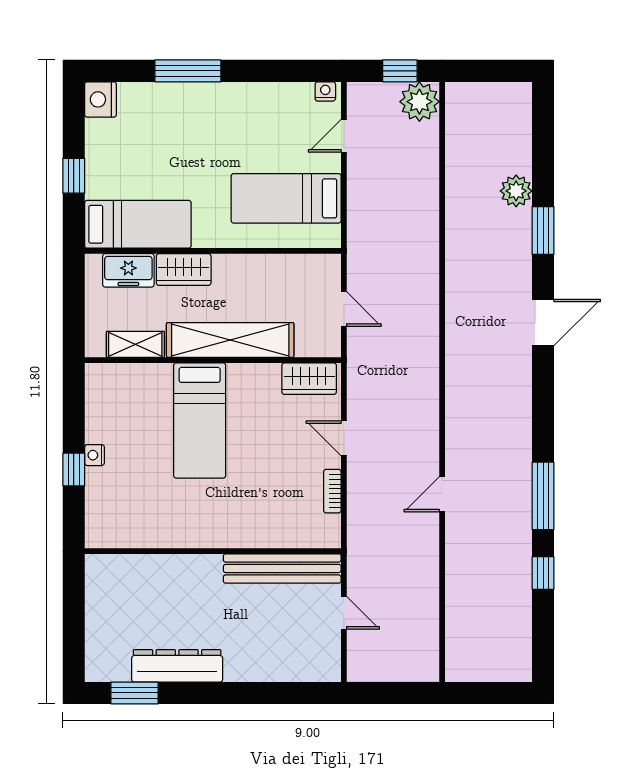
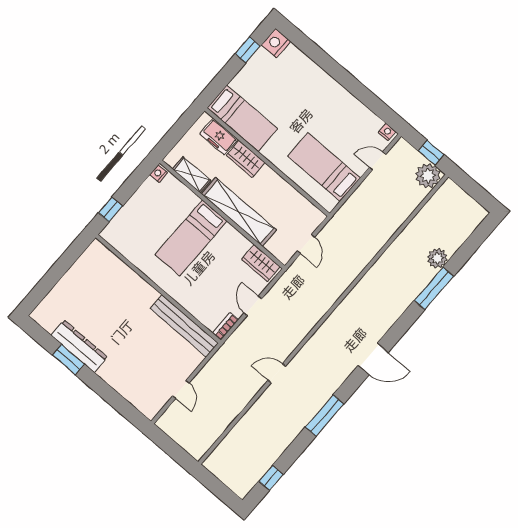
window: (188, 71) -> (330, 65), removed
window: (74, 176) -> (248, 50), moved
window: (543, 230) -> (434, 288), width x1.44
door: (543, 322) -> (373, 359), moved
nightstand: (94, 455) -> (159, 174), moved
wall: (213, 551) -> (158, 289), moved
bench: (282, 568) -> (184, 326), moved
window: (543, 573) -> (271, 478), moved
window: (135, 693) -> (68, 360), moved

